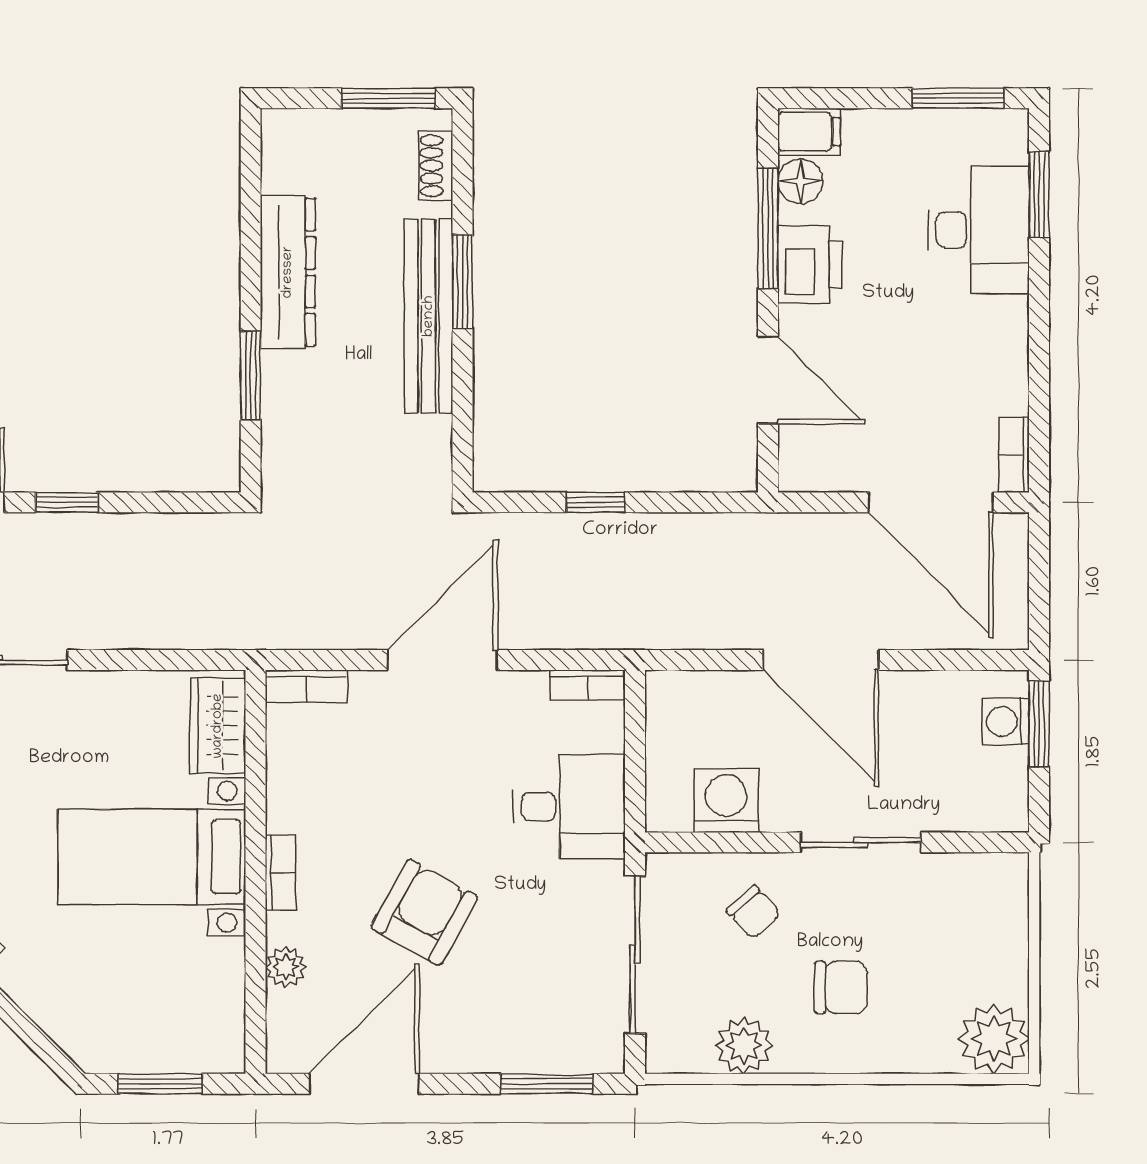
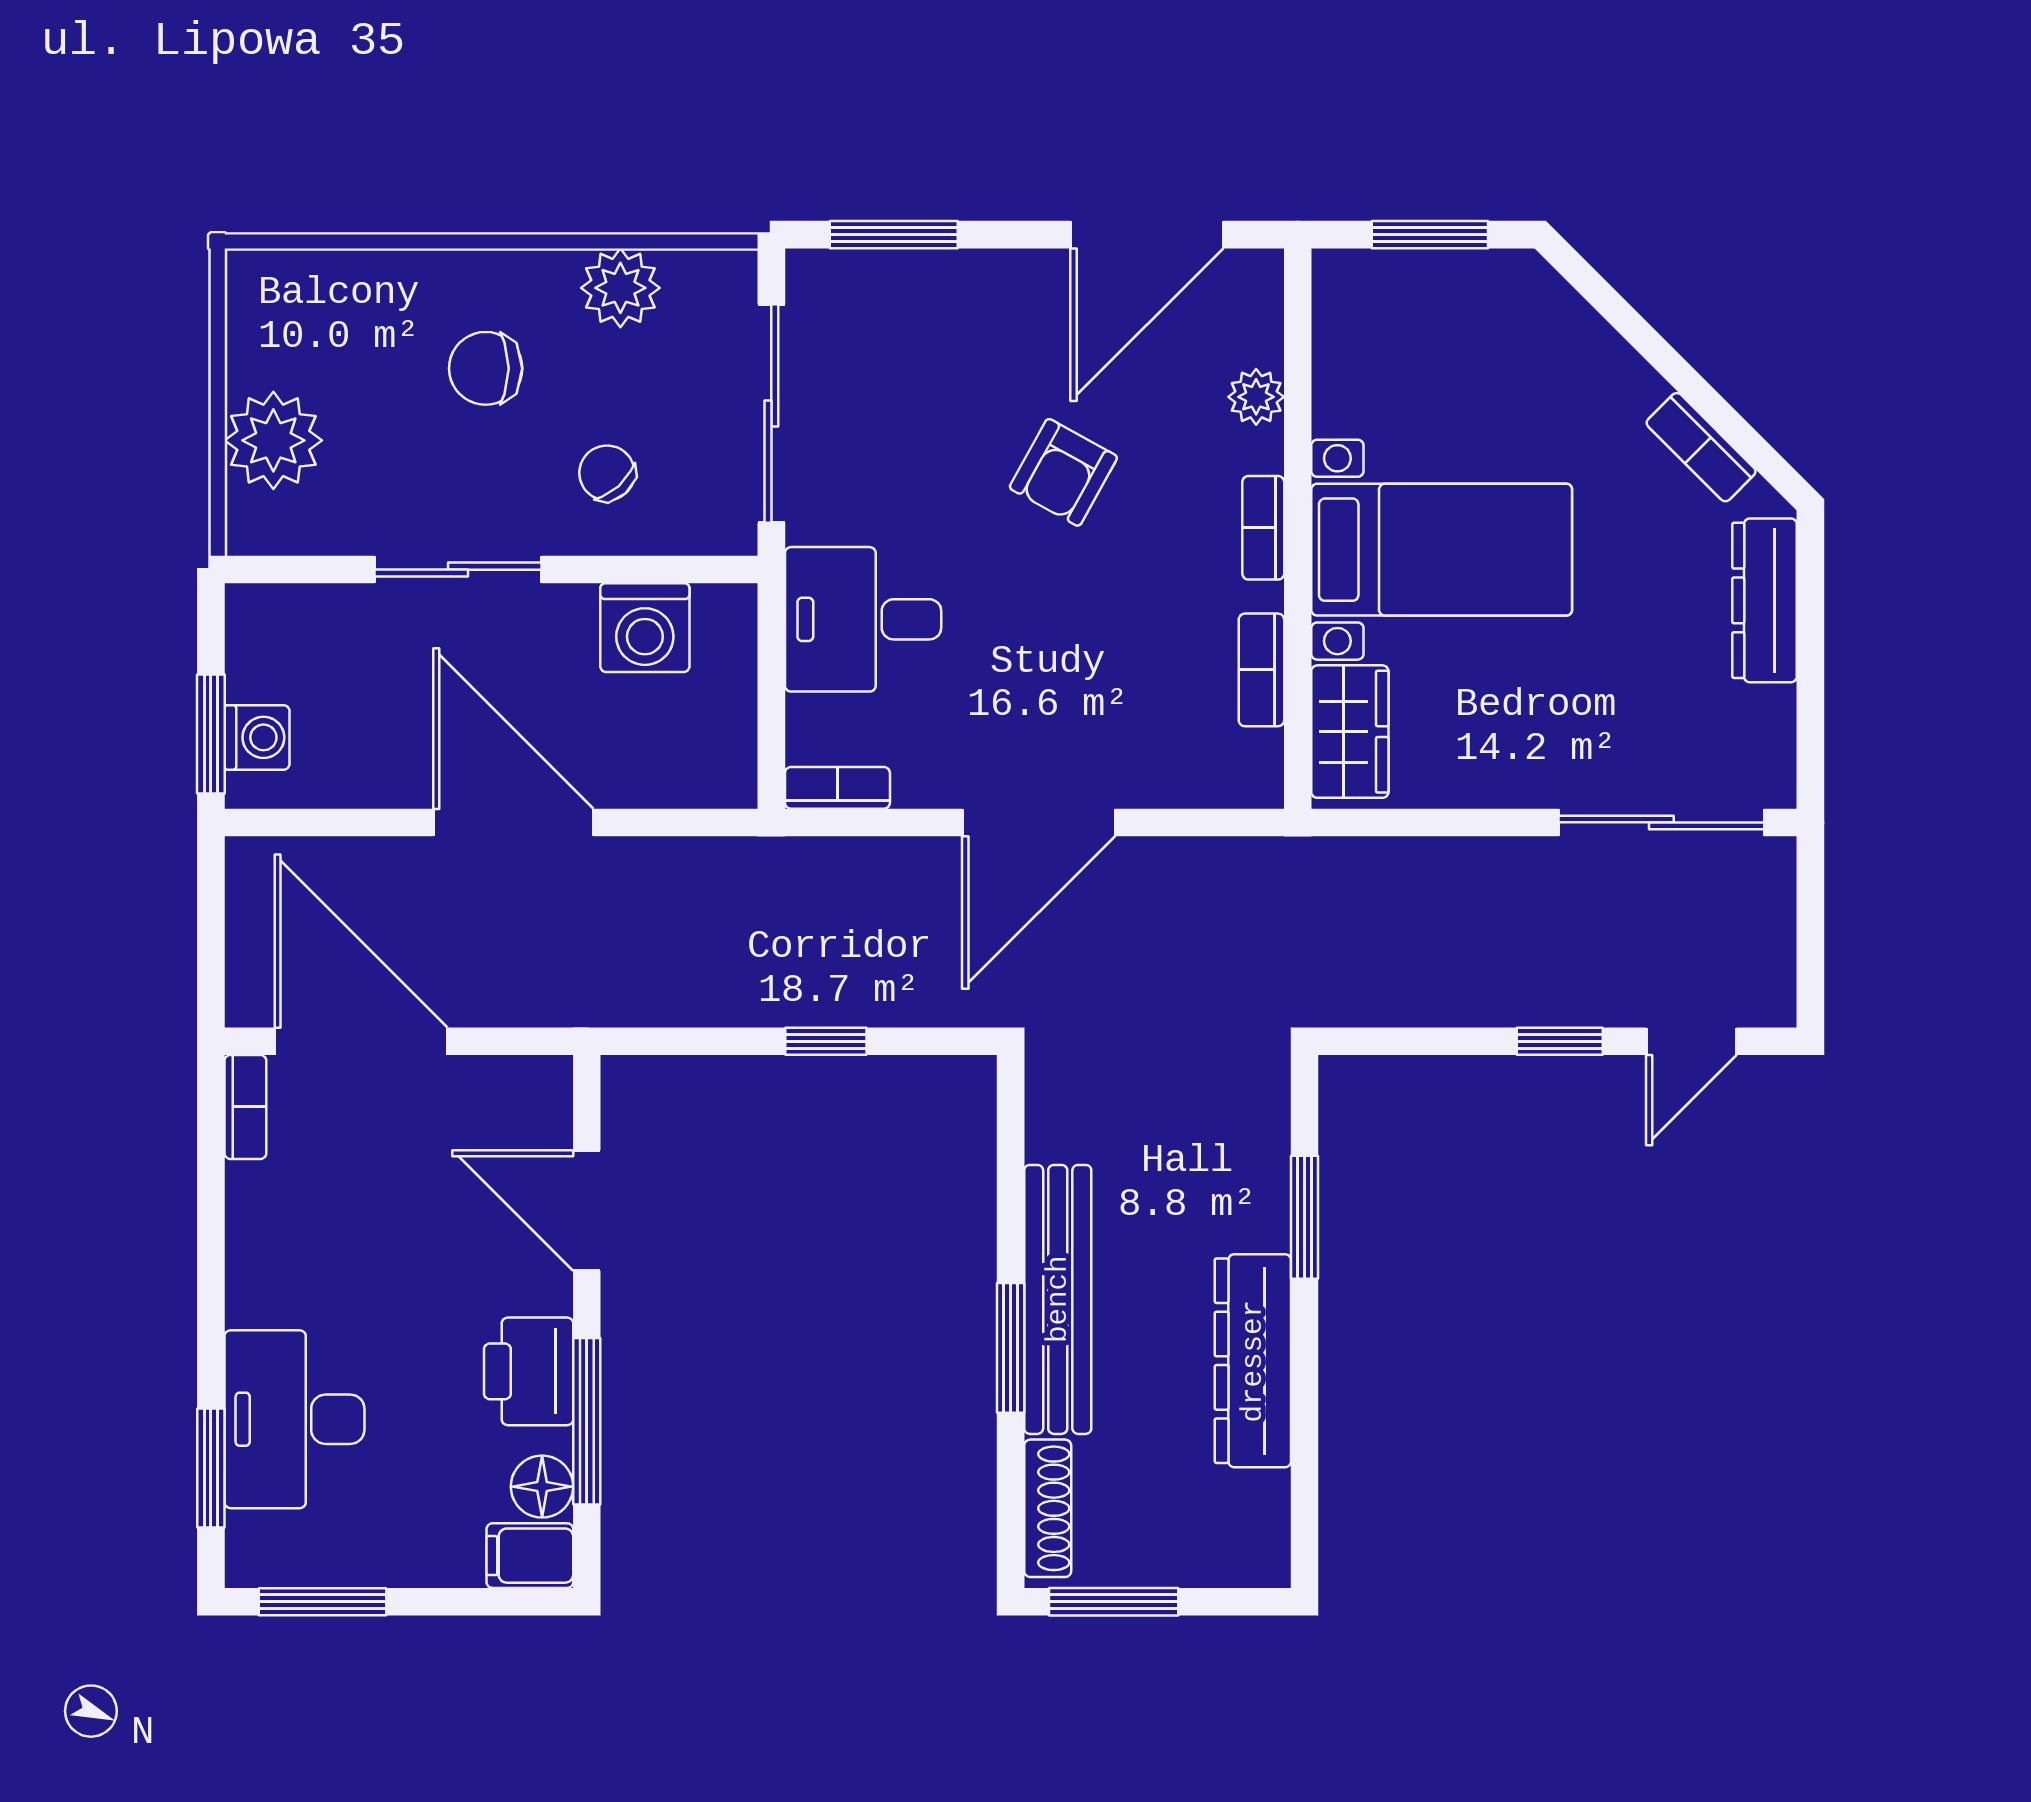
shoe rack: (436, 166) -> (1048, 1508), width x1.43
bookcase: (306, 686) -> (1261, 670), moved, turned -90
armchair: (424, 912) -> (1063, 472), width x0.72, depth x0.72
plant: (994, 1039) -> (273, 440), moved

